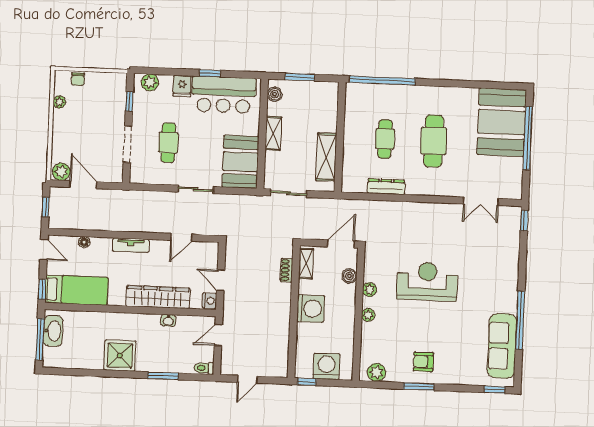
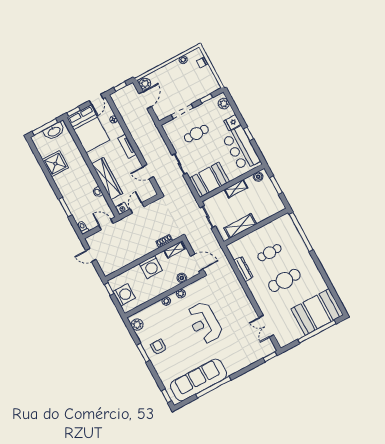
reception desk: (427, 281) -> (204, 323), turned 180
bed: (76, 290) -> (88, 129), width x1.50
sofa: (502, 346) -> (199, 380), width x1.36, depth x1.27
shower: (120, 355) -> (55, 164), moved

